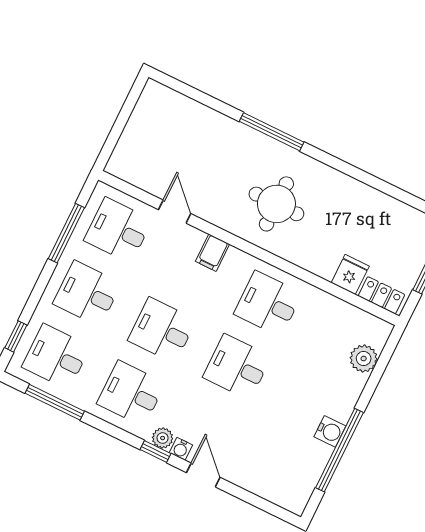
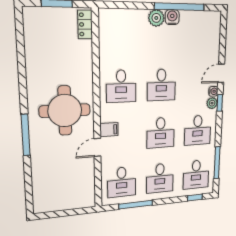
round table: (276, 204) -> (65, 111), width x1.36, depth x1.36
door: (175, 212) -> (97, 147), moved
fridge: (350, 274) -> (83, 49), removed
plant: (364, 359) -> (156, 18), moved

